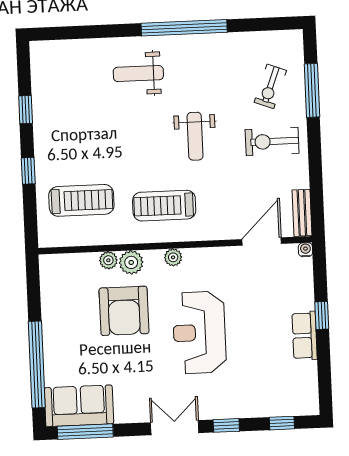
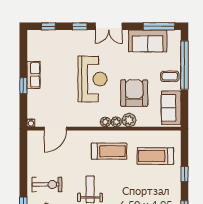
bench: (302, 213) -> (32, 144), removed
plant: (108, 260) -> (116, 122), moved
sofa: (57, 288) -> (171, 108), added
coffee table: (62, 344) -> (170, 76), added
sofa: (79, 406) -> (148, 41), moved

